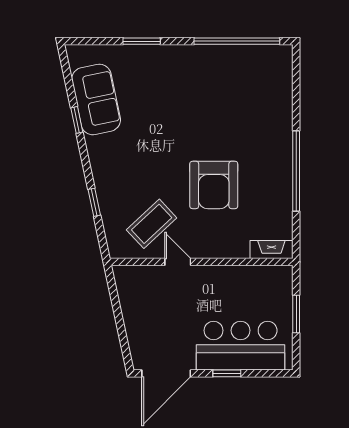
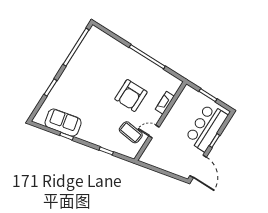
armchair: (214, 185) -> (131, 95), turned 90
coffee table: (152, 224) -> (131, 132), turned -40
fireplace: (271, 249) -> (165, 103), moved

